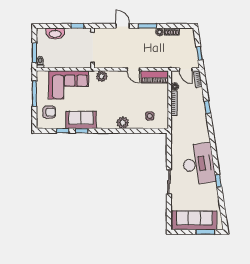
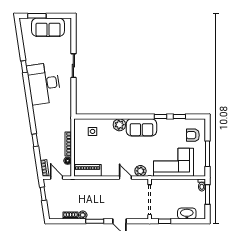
door: (133, 69) -> (125, 178), moved
sofa: (81, 120) -> (141, 127), moved
sofa: (194, 220) -> (48, 27), width x0.73

